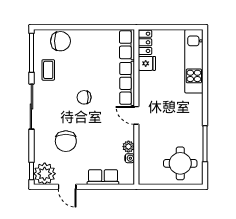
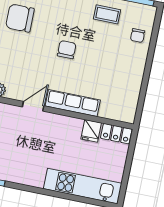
chair: (61, 41) -> (138, 36), width x0.54, depth x0.54
row of seats: (127, 45) -> (118, 112), removed

